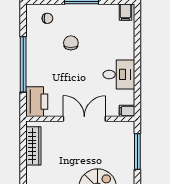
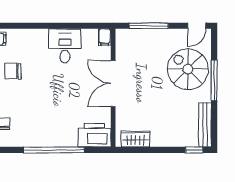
chair: (71, 43) -> (13, 71), moved
wardrobe: (33, 146) -> (136, 139), width x0.67

